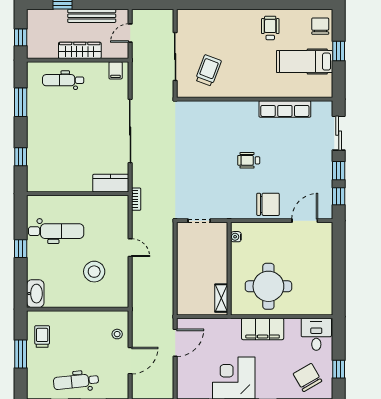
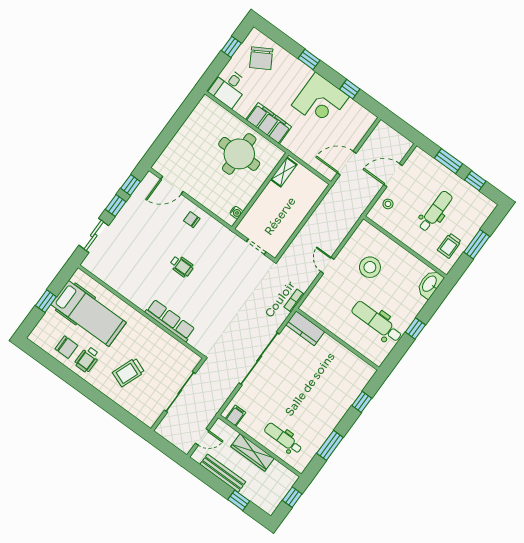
chair: (320, 26) -> (66, 347), moved, turned -90
hospital bed: (305, 62) -> (89, 313), width x1.37, depth x1.29
trolley: (208, 70) -> (128, 372), moved
dental chair: (63, 80) -> (283, 438), turned 180
row of seats: (285, 109) -> (170, 321), moved
chair: (268, 204) -> (192, 220), width x0.54, depth x0.54
dental chair: (76, 381) -> (435, 211), moved, turned -84

